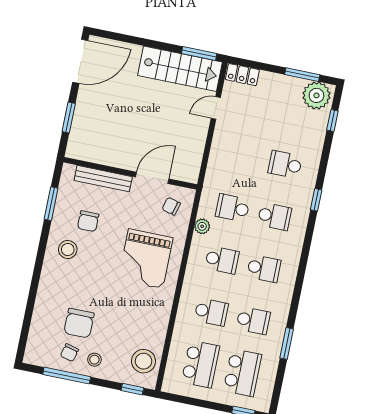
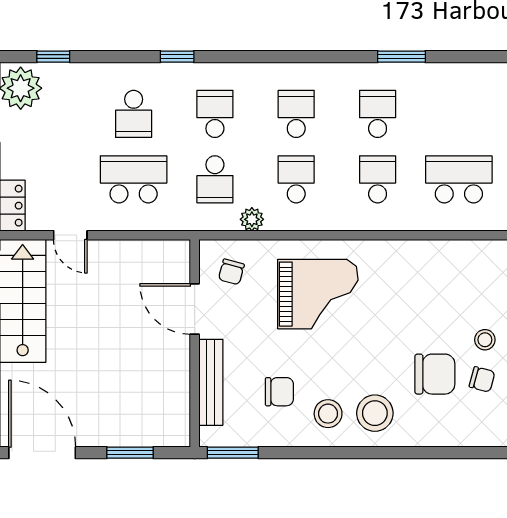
window: (51, 204) -> (233, 453), moved
stool: (144, 361) -> (375, 413), moved
school desk: (242, 373) -> (134, 179), moved

